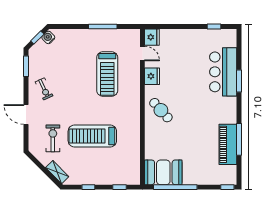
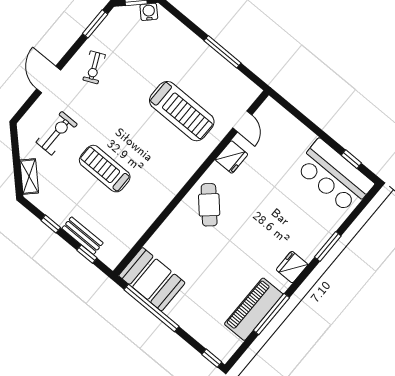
fridge: (152, 37) -> (292, 267), moved, turned 180
bar counter: (223, 72) -> (334, 176), moved, turned -90
treadmill: (107, 74) -> (182, 111), turned -90
treadmill: (92, 136) -> (105, 169), width x0.73, depth x0.73
bench: (110, 180) -> (83, 236), added

